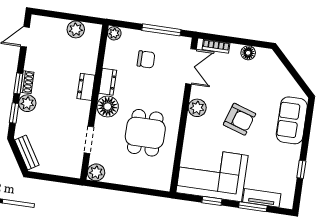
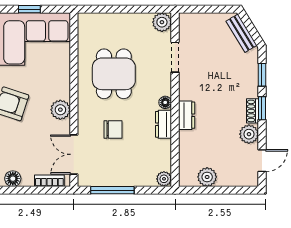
chair: (146, 59) -> (113, 129), moved, turned 180
plant: (27, 103) -> (249, 134), moved
floor lamp: (108, 107) -> (165, 102), width x0.53, depth x0.53

